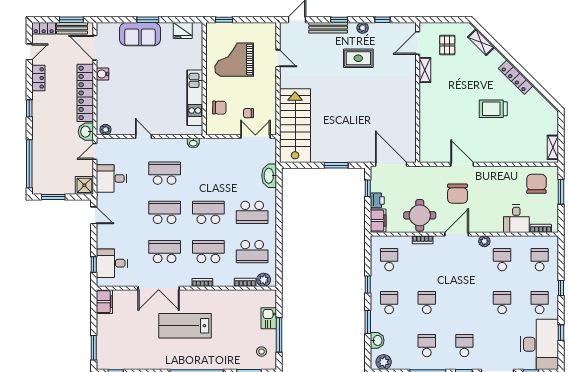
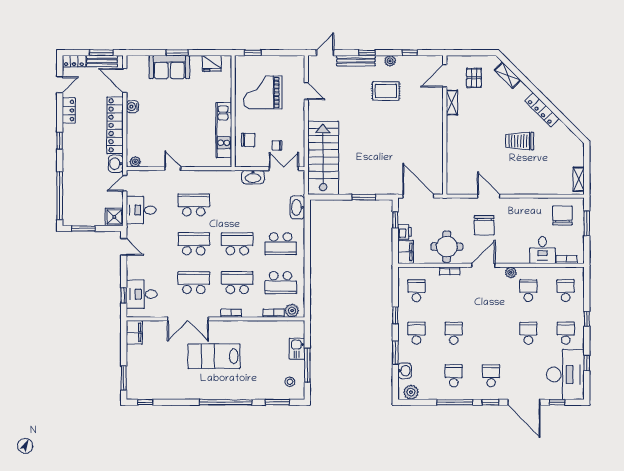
washbasin: (193, 143) -> (253, 177), moved, width x1.91, depth x1.45

